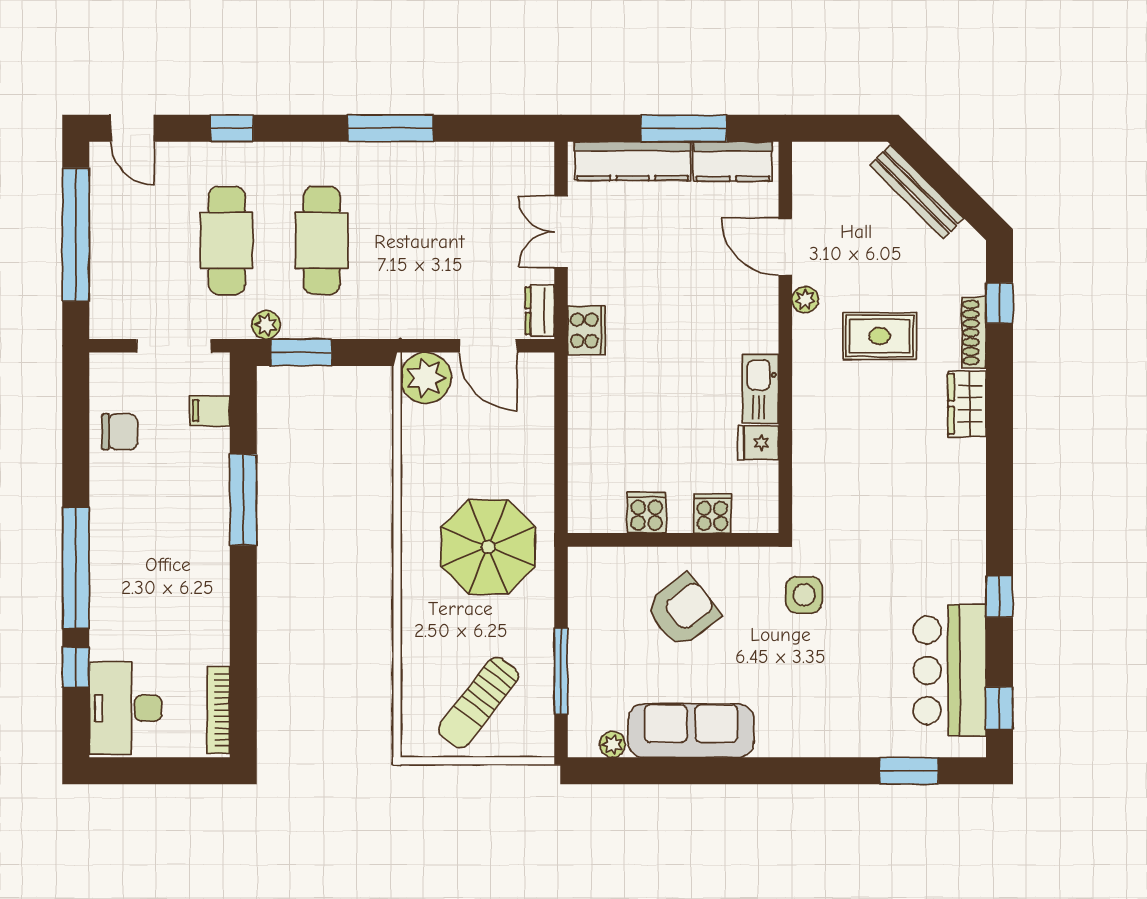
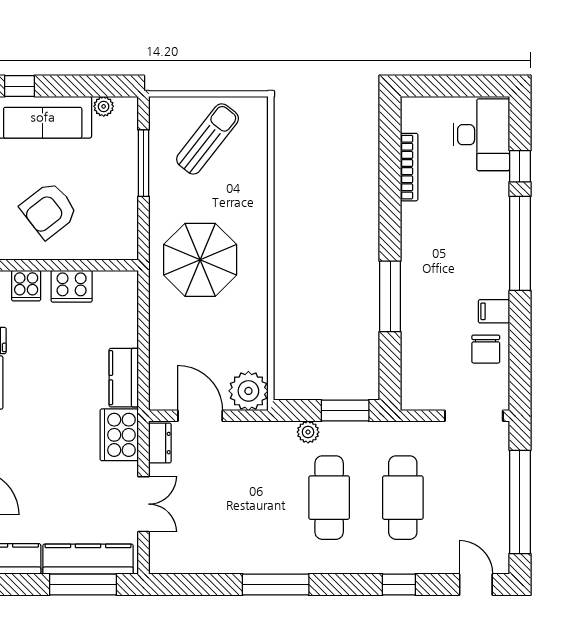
window: (684, 128) -> (83, 585), moved
plant: (266, 325) -> (308, 432), moved
cooker: (587, 330) -> (119, 435), width x1.37, depth x1.31
doorway: (174, 346) -> (474, 416), moved
kitchen counter: (587, 395) -> (124, 378), added
filing cabinet: (210, 411) -> (494, 311), moved, turned 180
chair: (120, 432) -> (486, 349), turned -90
cooker: (647, 513) -> (72, 286), width x1.36
bookcase: (219, 710) -> (409, 167), moved
window: (721, 771) -> (20, 86), added

